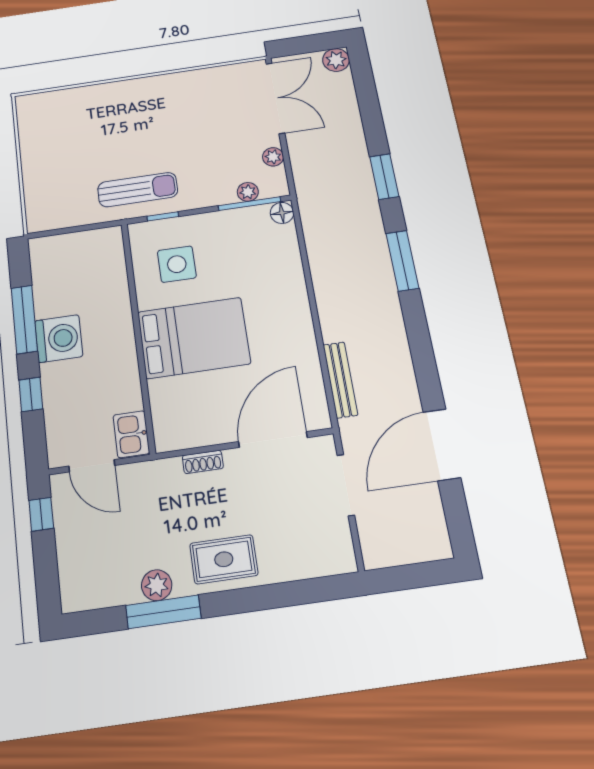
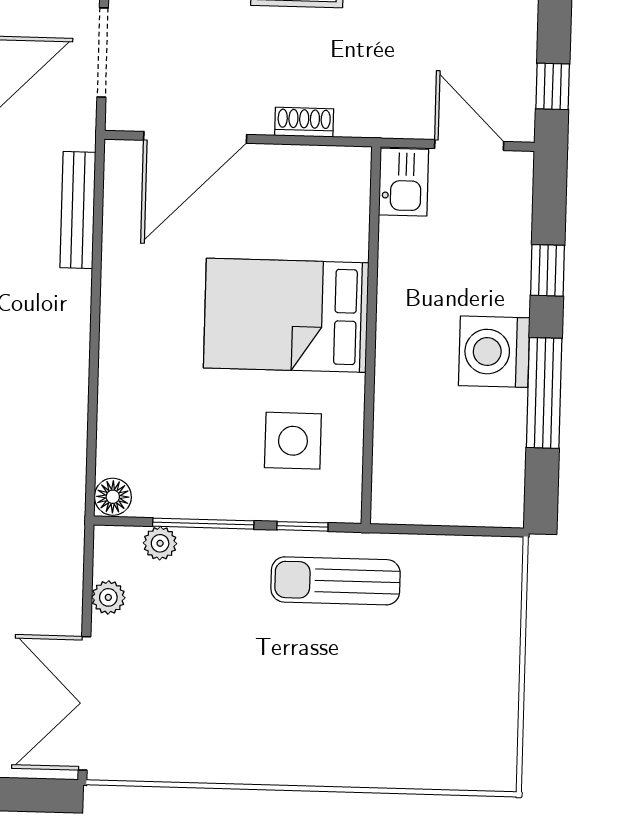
window: (249, 204) -> (203, 524), moved

